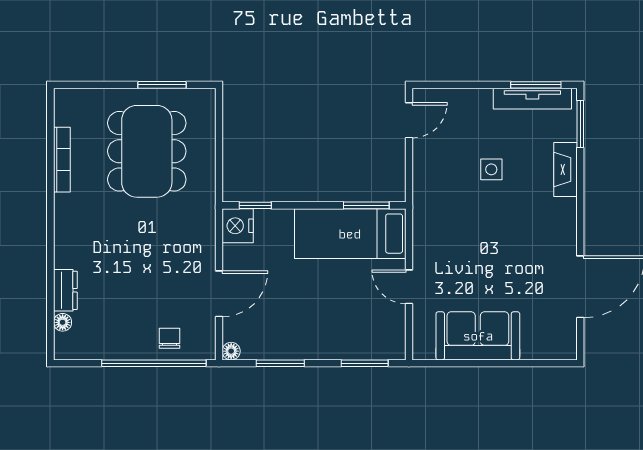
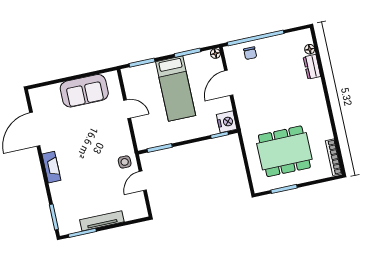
tv unit: (532, 99) -> (102, 221), moved
door: (409, 120) -> (143, 181), moved
dining table: (147, 151) -> (284, 151), turned 90
bookcase: (62, 160) -> (334, 157), moved
side table: (491, 169) -> (125, 162), moved
fireplace: (565, 169) -> (51, 167), moved
bed: (350, 234) -> (176, 89), moved, turned 90

